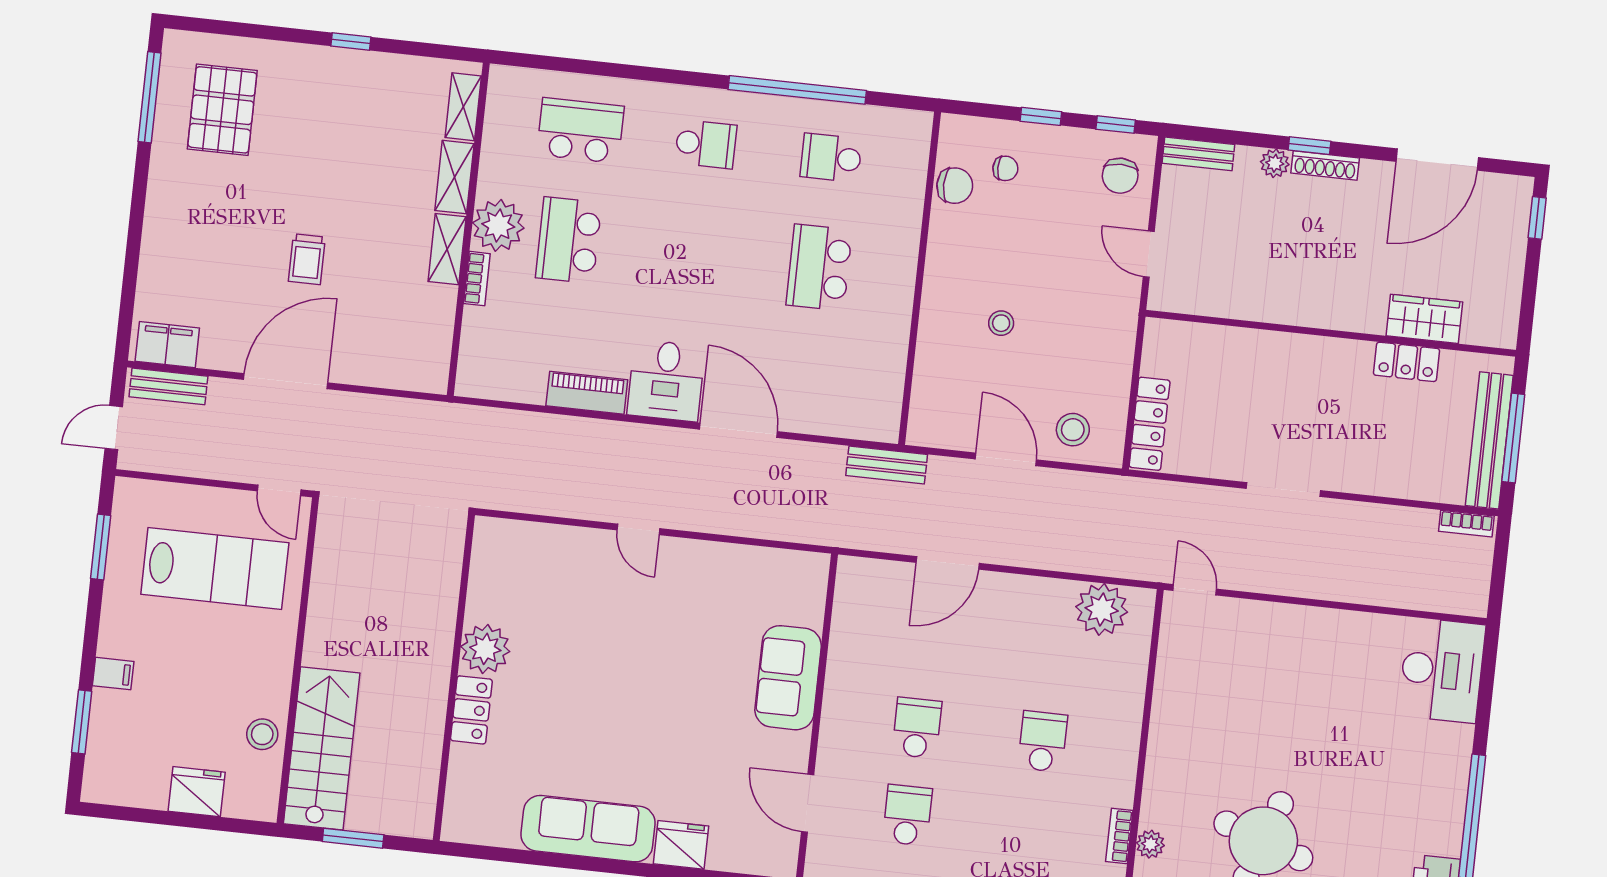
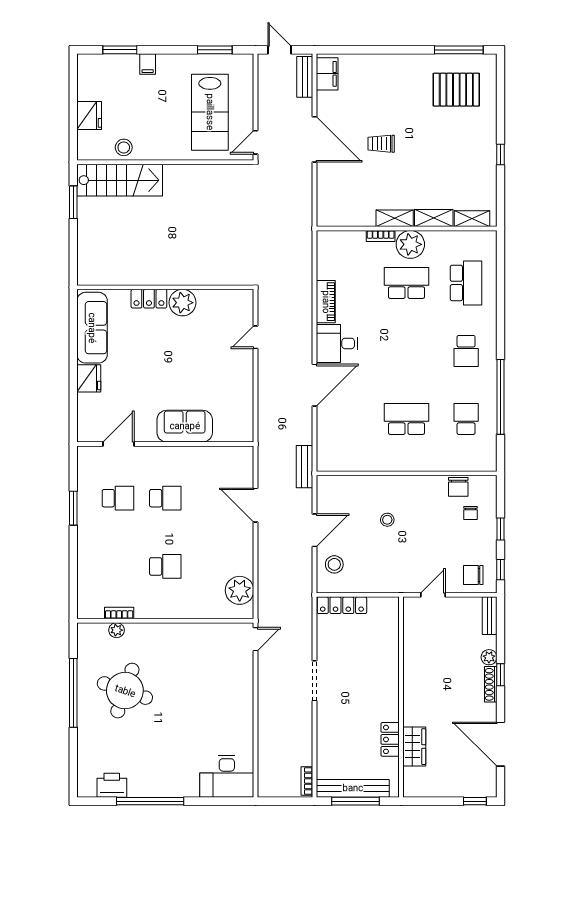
plant: (485, 649) -> (182, 303), moved
wall: (454, 678) -> (165, 287), moved
locker: (471, 710) -> (149, 299), moved

